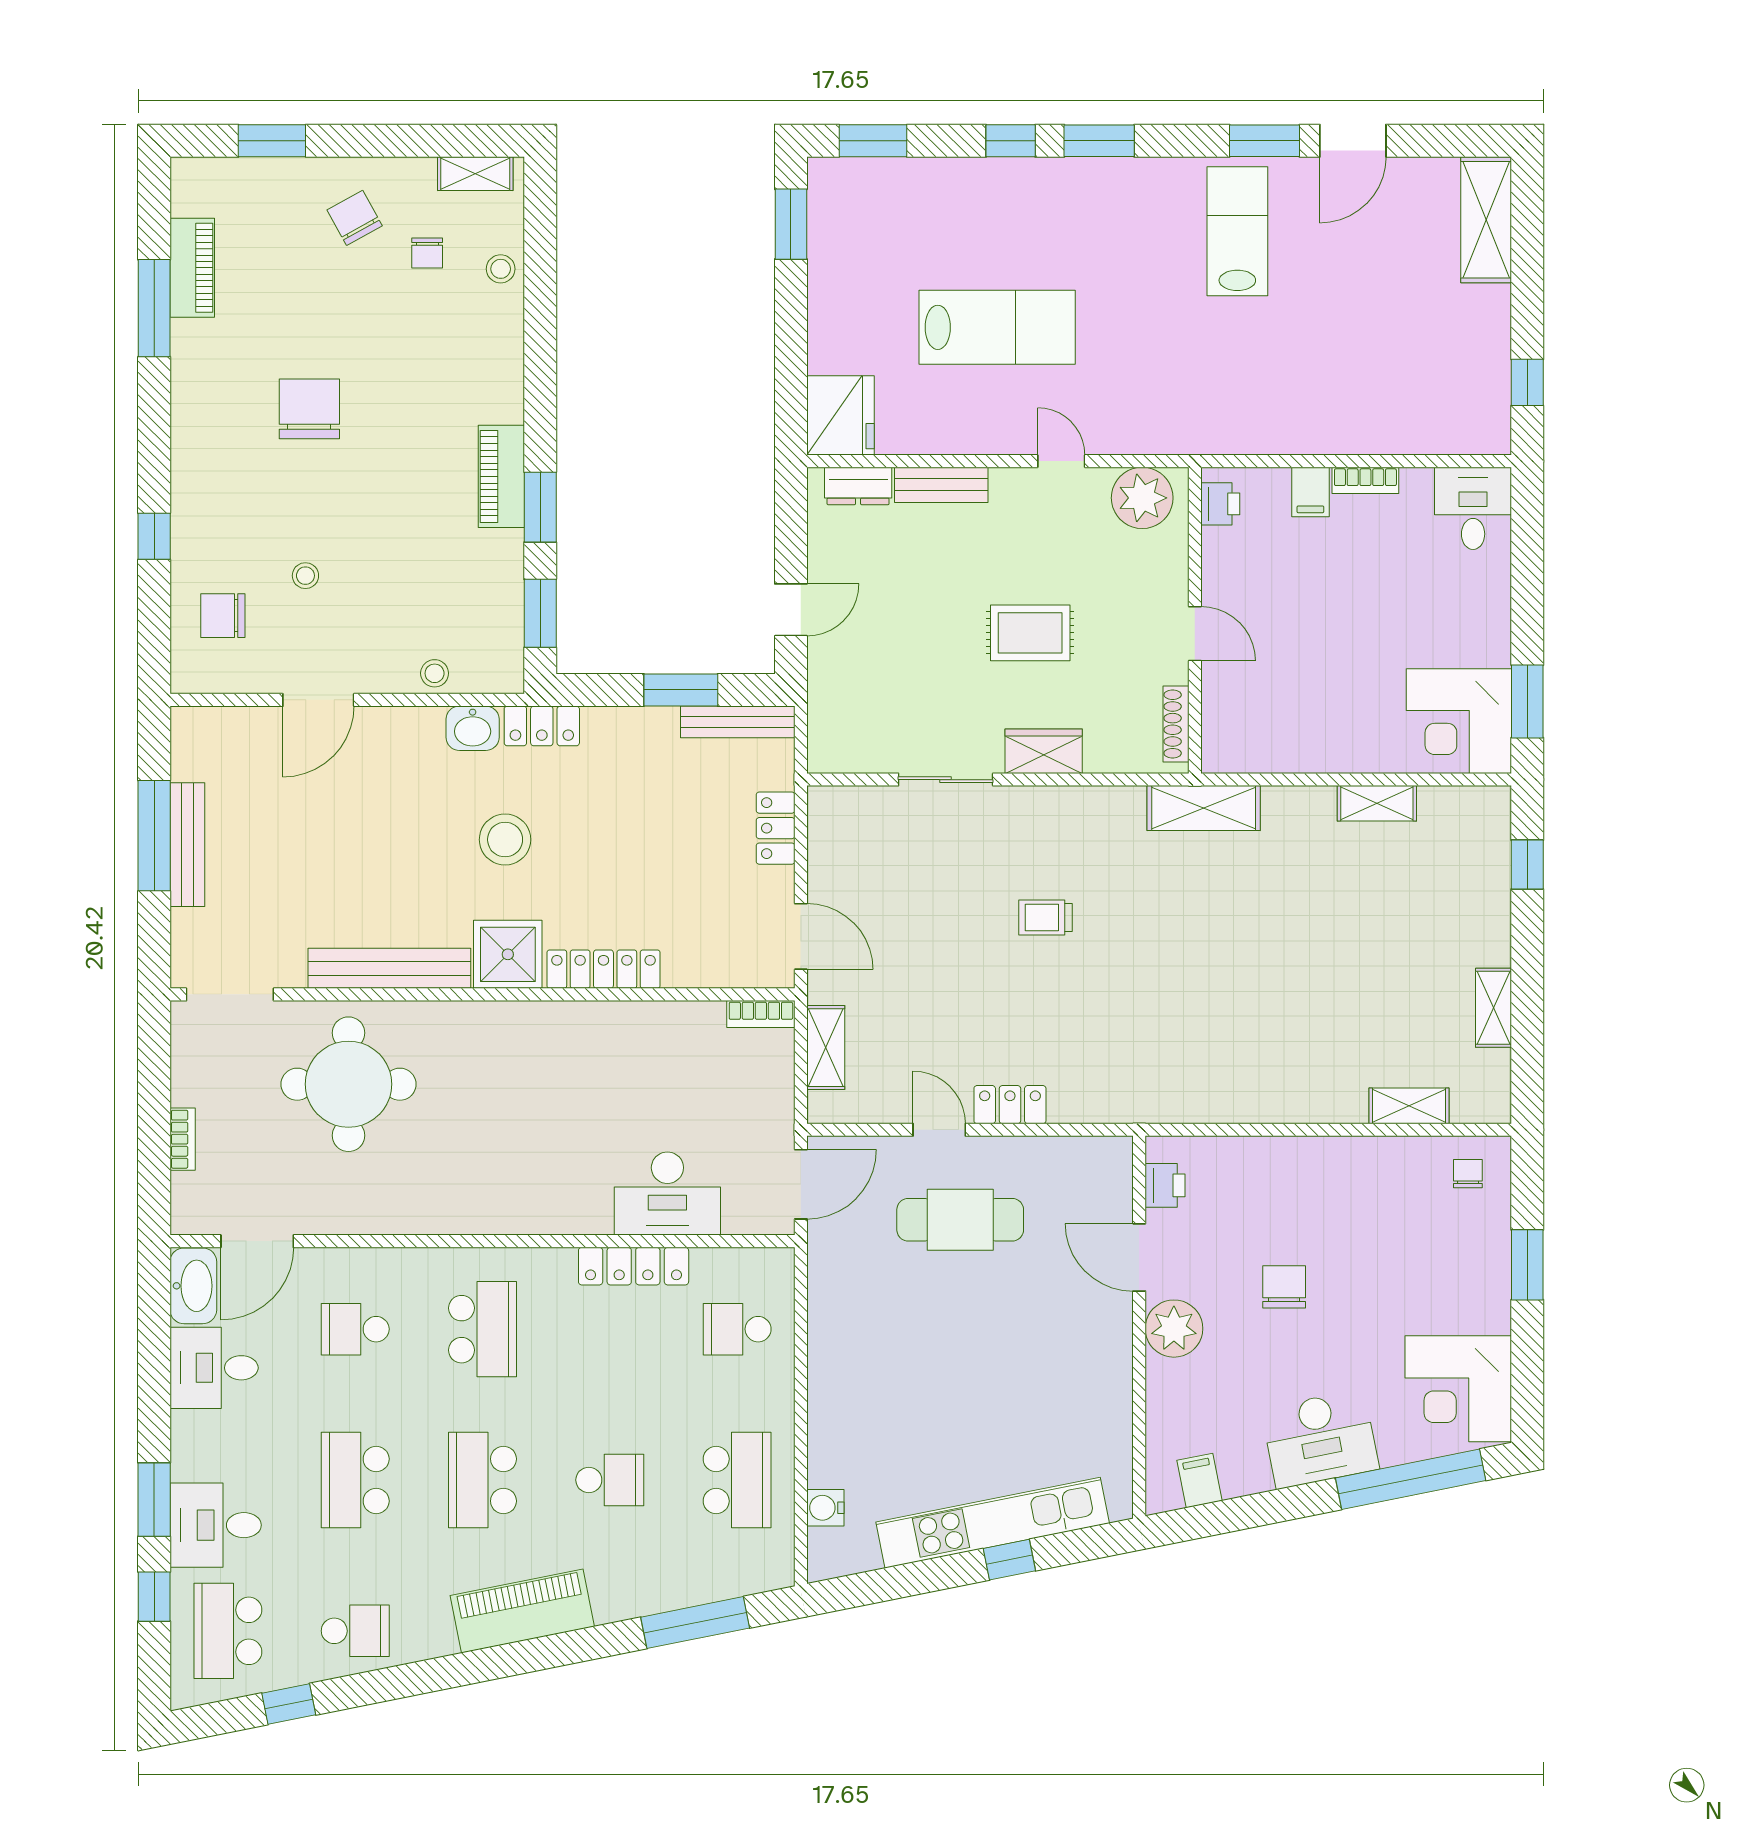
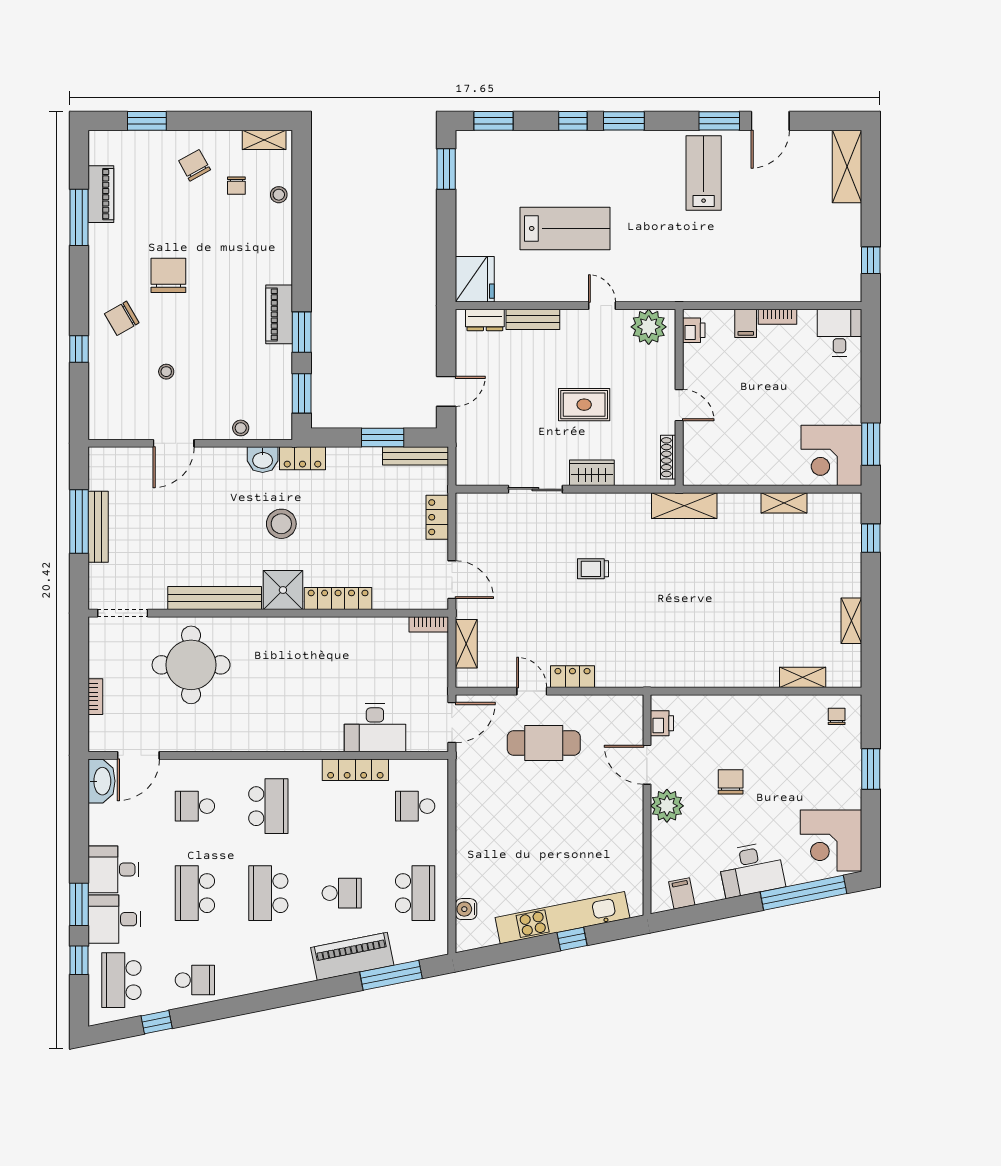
chair: (223, 616) -> (122, 318), moved, turned -30
desk: (214, 1368) -> (114, 869), moved
piano: (522, 1611) -> (352, 956), moved

